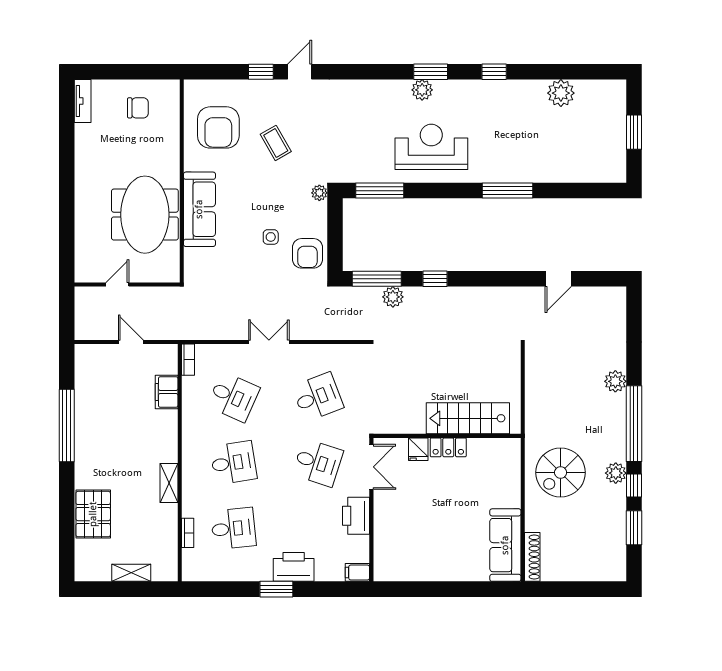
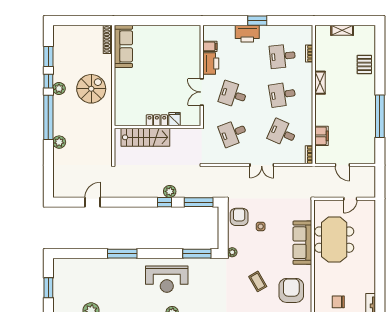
plant: (393, 297) -> (170, 191), moved
stairs: (468, 418) -> (145, 137), moved
wall: (447, 436) -> (158, 127), moved
locker: (448, 447) -> (157, 120), moved
fridge: (418, 449) -> (174, 119), moved
pallet: (93, 514) -> (364, 65), width x0.67, depth x0.71
filing cabinet: (357, 572) -> (210, 46), moved

